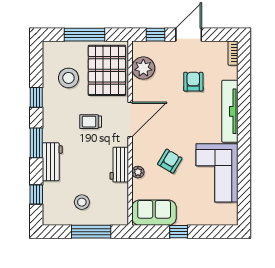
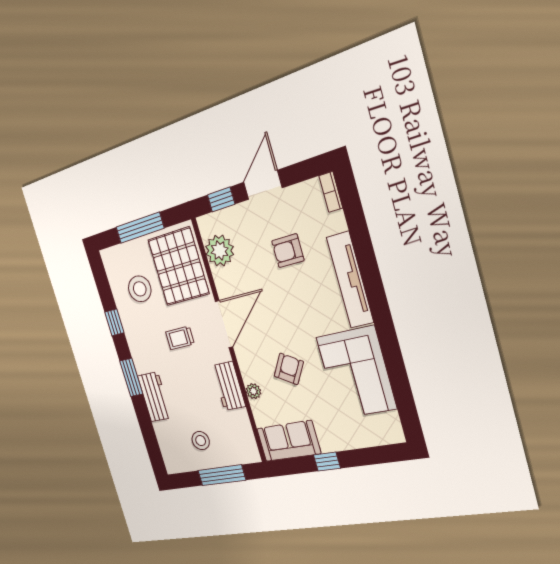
armchair: (193, 82) -> (288, 251), turned -90
window: (36, 194) -> (150, 439), removed

